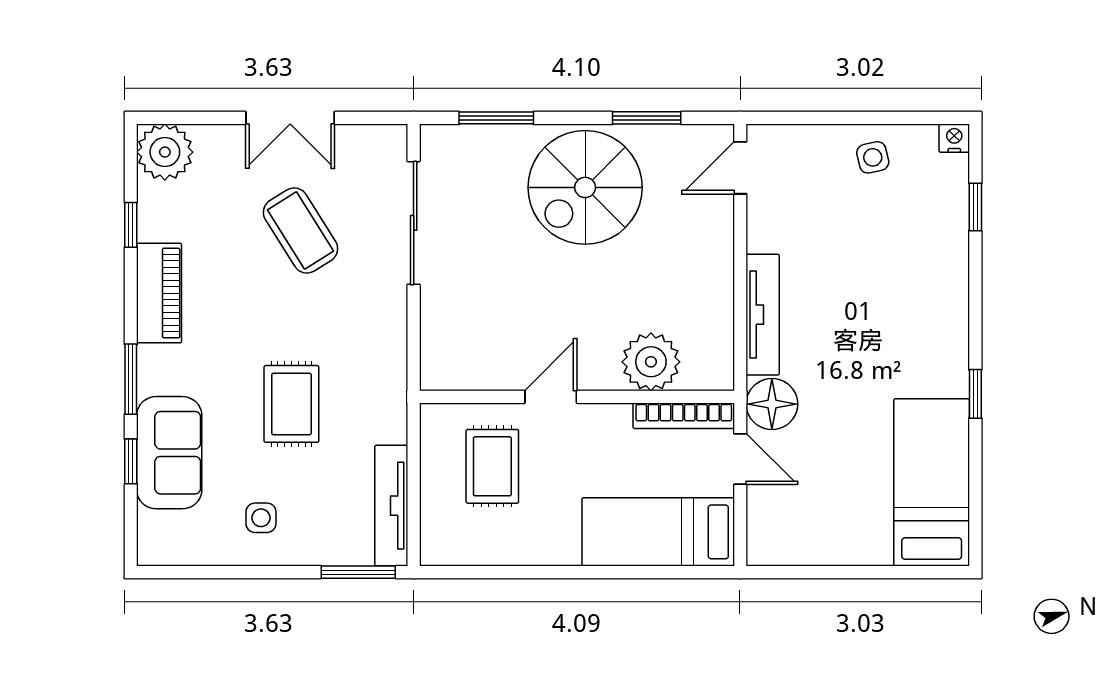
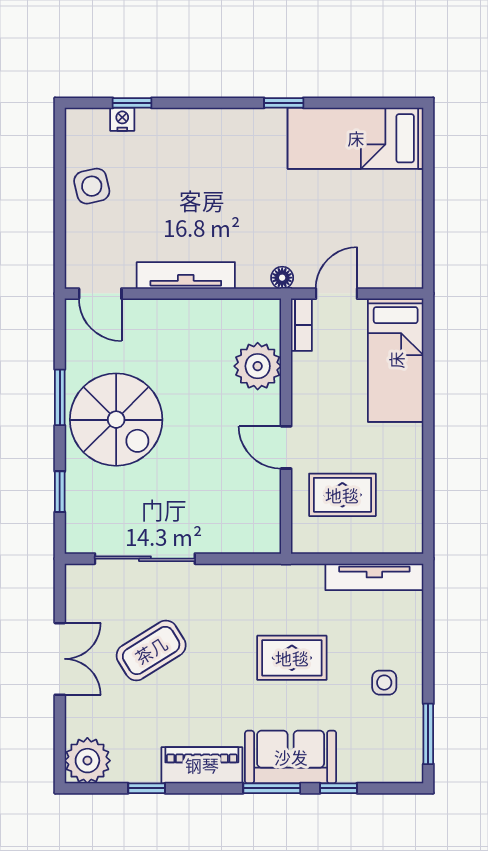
window: (496, 118) -> (60, 492), width x0.67
window: (647, 118) -> (60, 397), moved
nightstand: (954, 138) -> (122, 119), moved, turned 90
side table: (873, 157) -> (92, 186), width x1.37, depth x1.37
tv unit: (763, 315) -> (186, 275), moved
floor lamp: (772, 404) -> (282, 278), width x0.53, depth x0.53
bookcase: (684, 416) -> (301, 325), width x0.64
sofa: (169, 453) -> (291, 757), moved
window: (358, 572) -> (428, 734), moved

